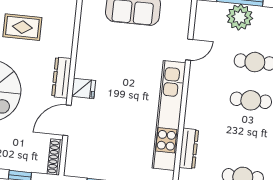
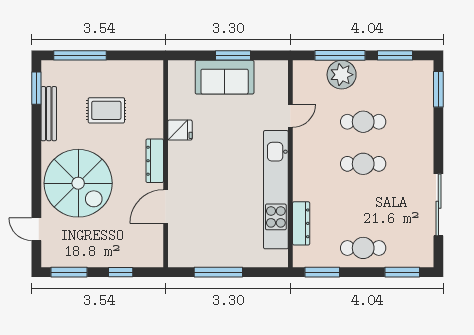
fridge: (84, 88) -> (180, 130), moved
shoe rack: (55, 157) -> (157, 248), removed

